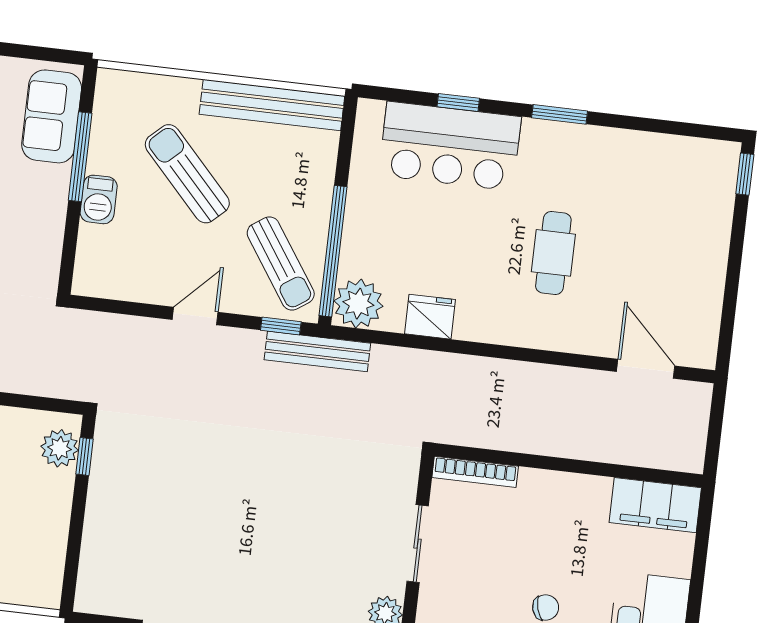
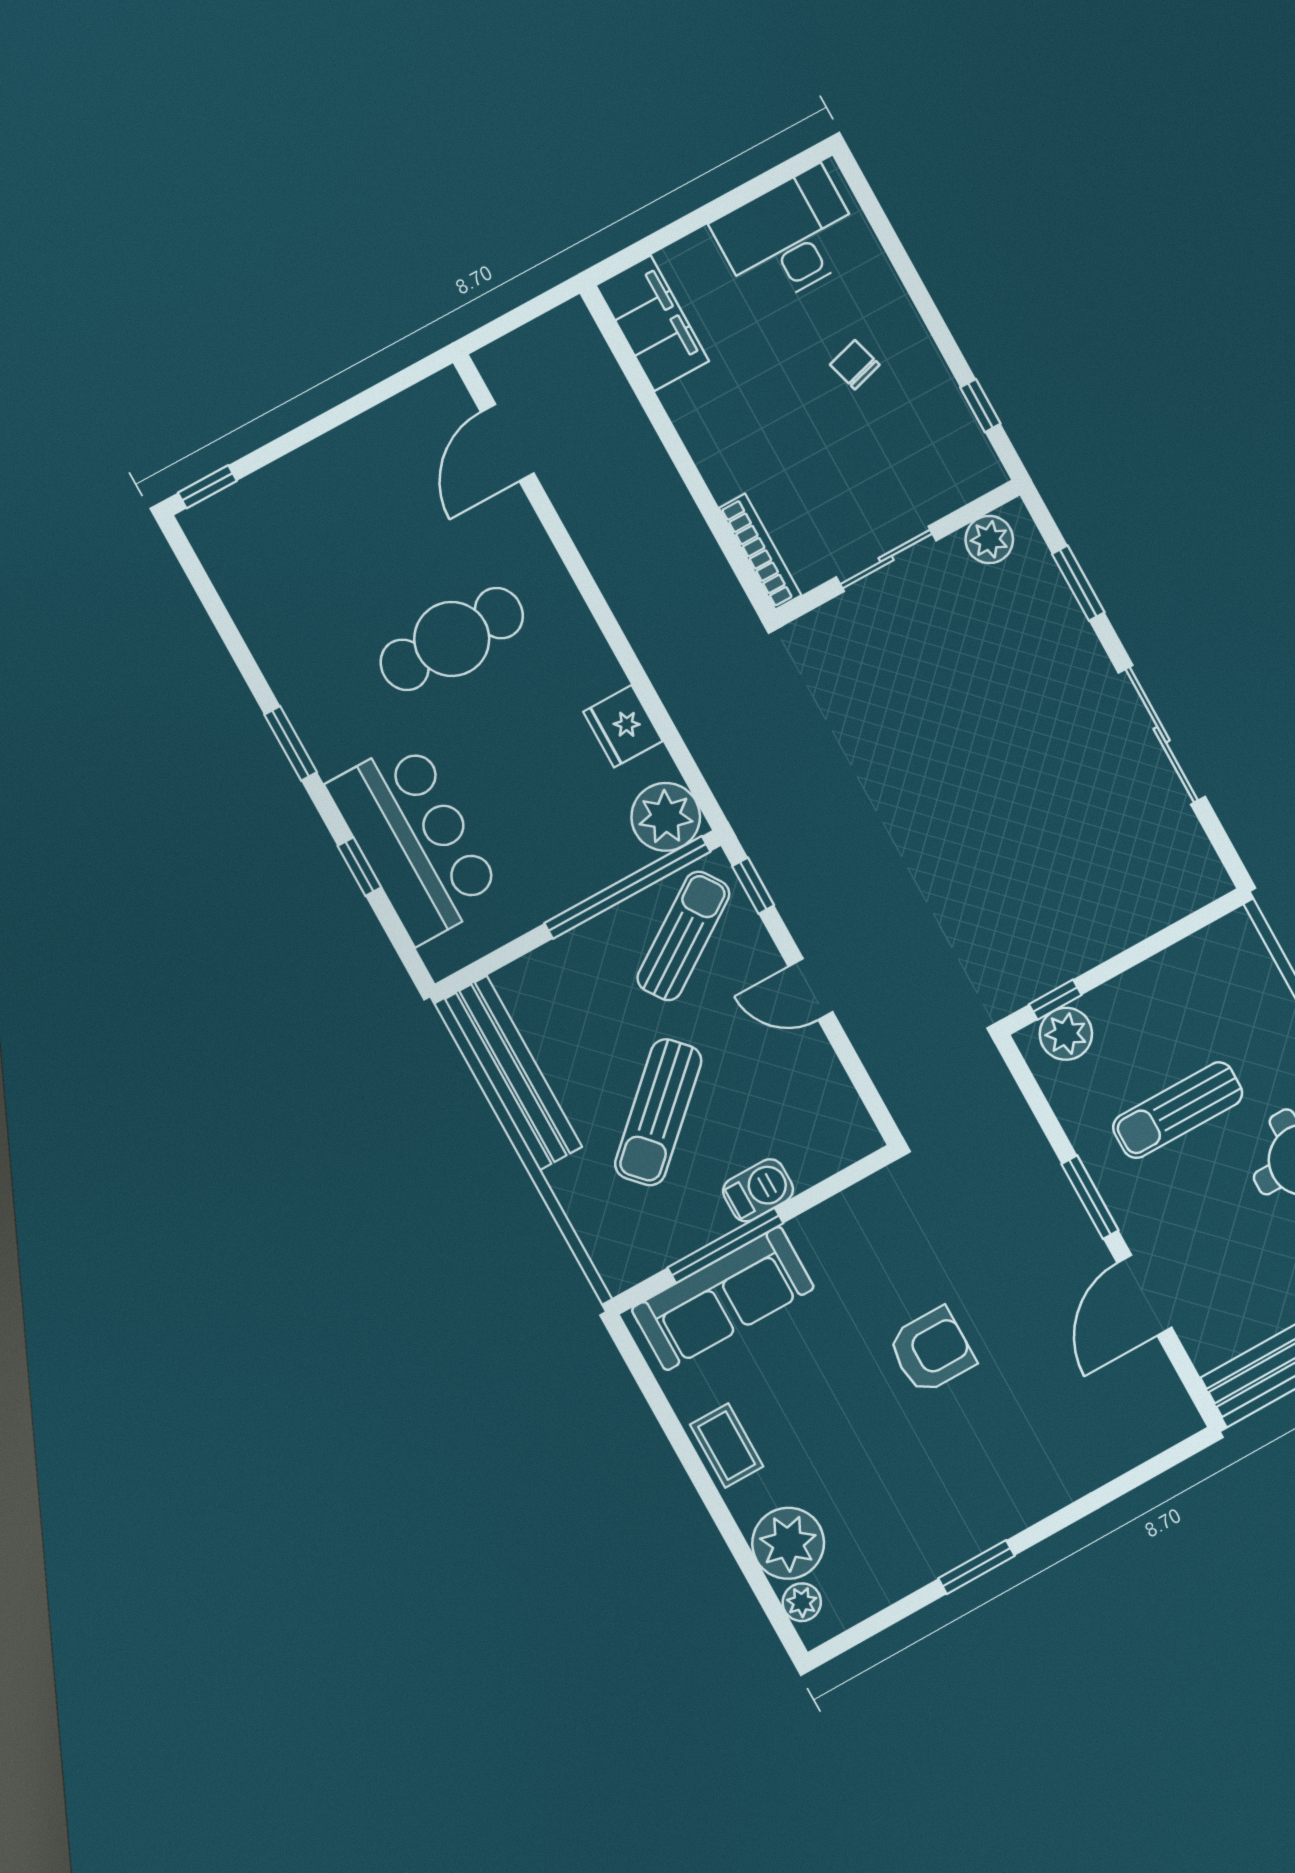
sofa: (52, 116) -> (723, 1298), width x1.36
cafe table: (553, 253) -> (452, 639), width x1.37, depth x1.35
bench: (317, 351) -> (752, 824), removed

